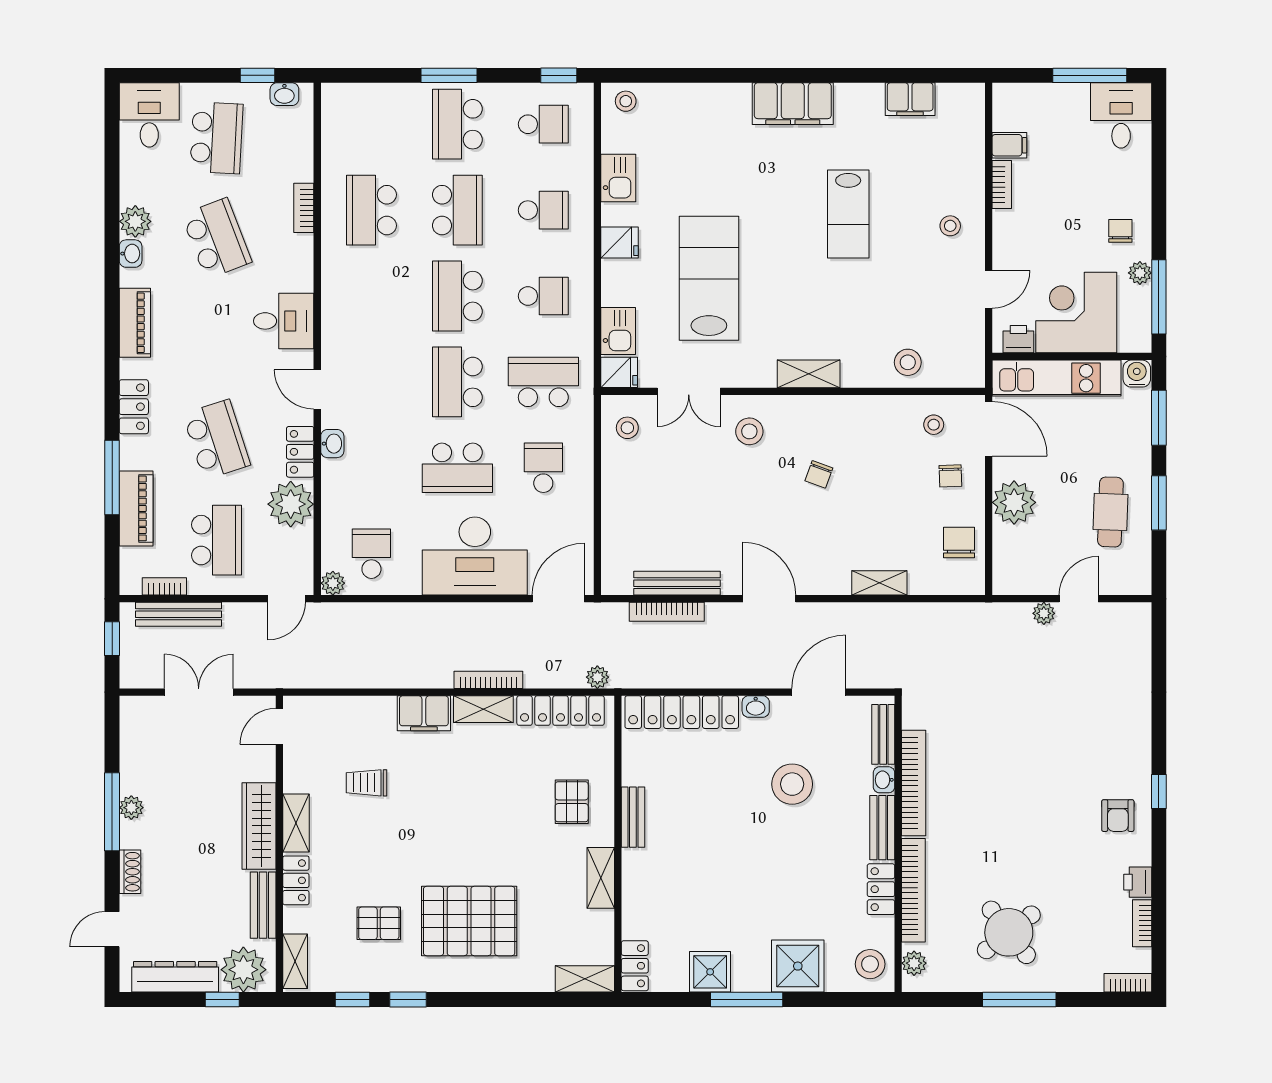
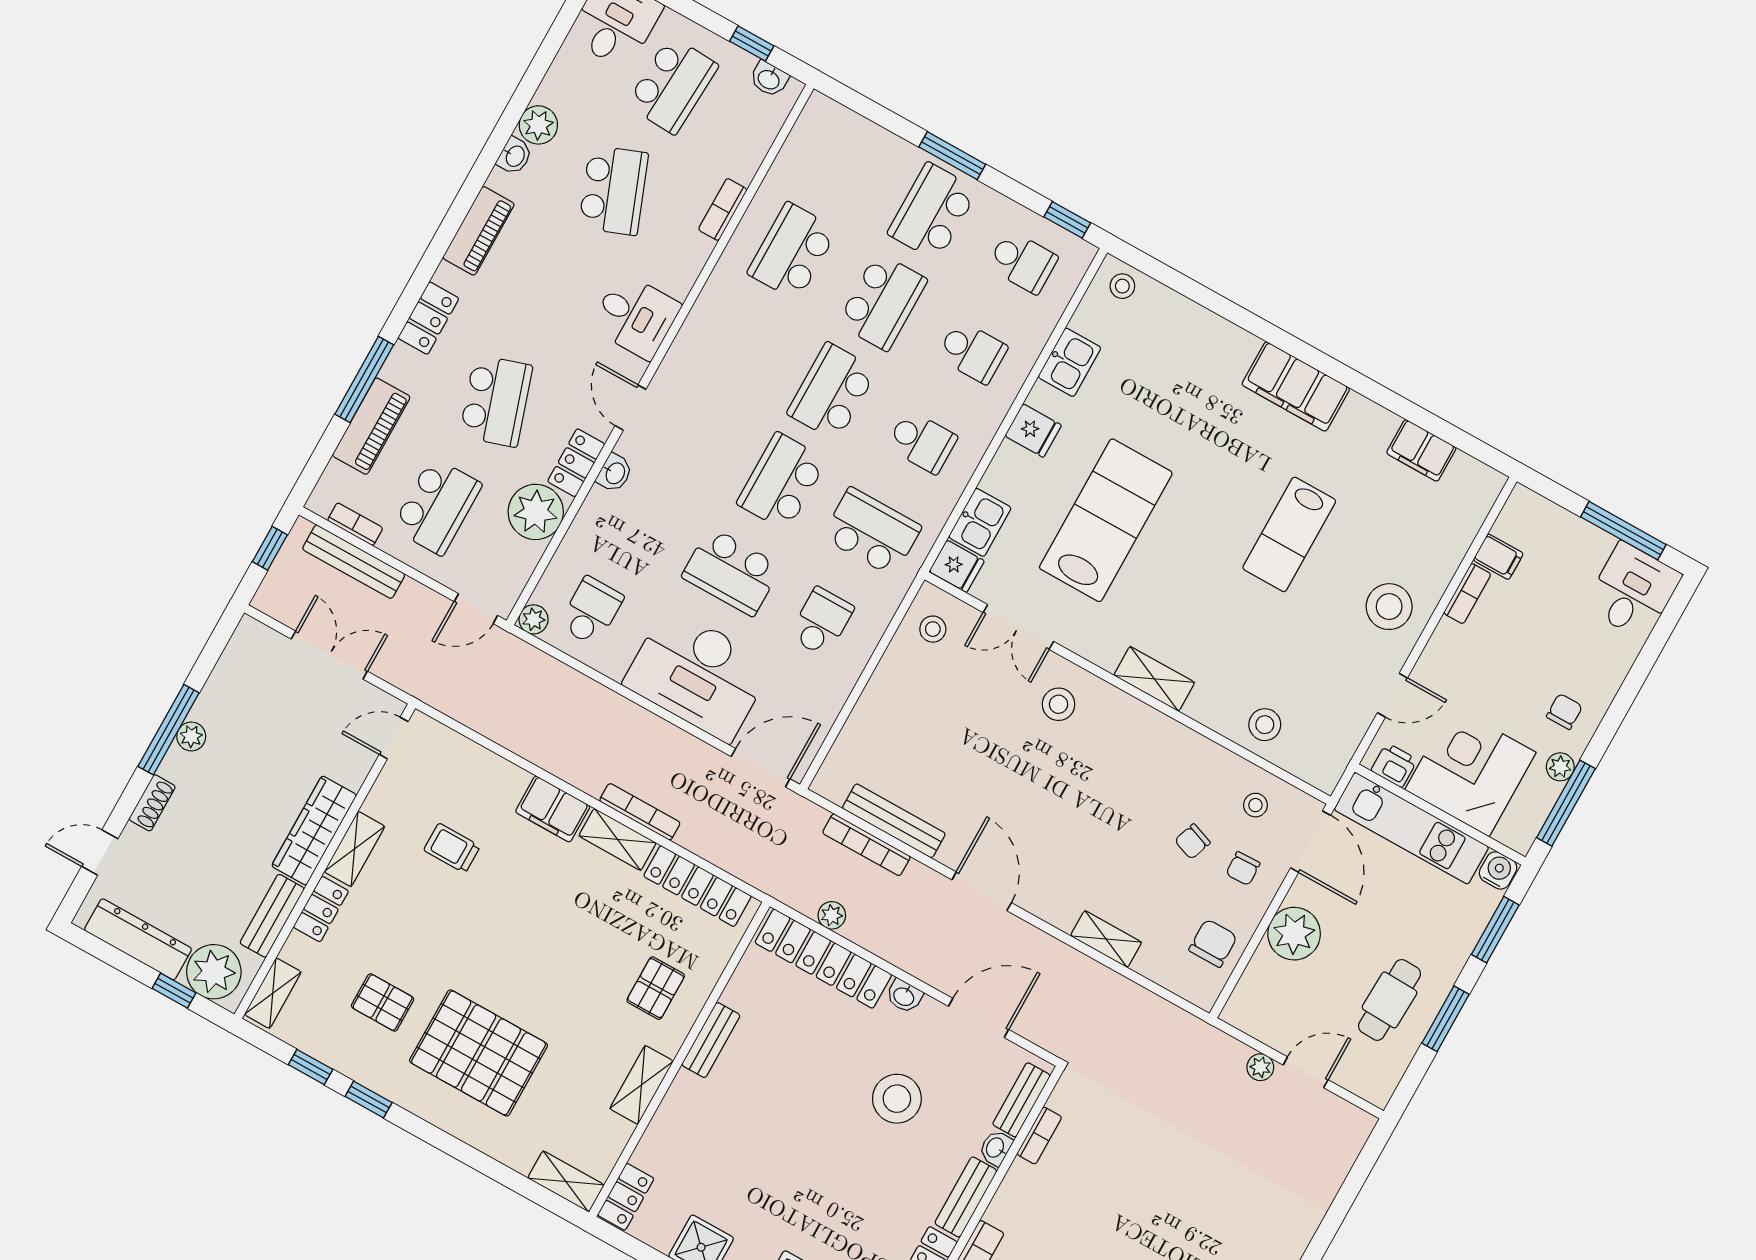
stool: (950, 226) -> (1389, 607), width x1.89, depth x1.89
chair: (819, 474) -> (1192, 842), moved
plant: (597, 677) -> (832, 915), moved
bookcase: (914, 783) -> (1039, 1136), width x0.43, depth x0.76

